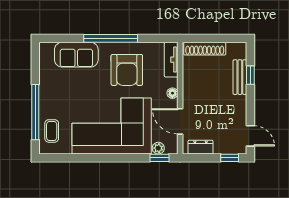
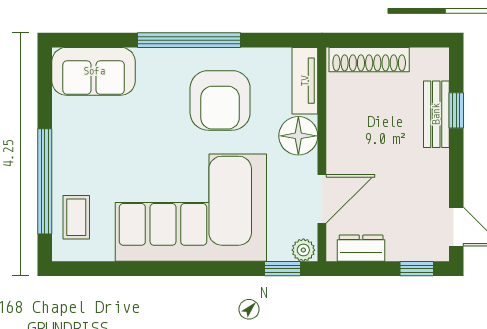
sofa: (76, 55) -> (94, 71), moved
floor lamp: (172, 93) -> (298, 136), width x1.89, depth x1.89
door: (180, 121) -> (322, 199), swing flipped
plant: (158, 148) -> (303, 250), moved

